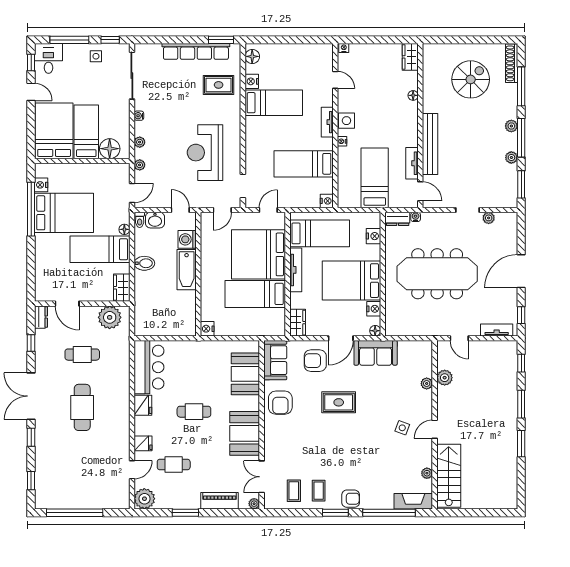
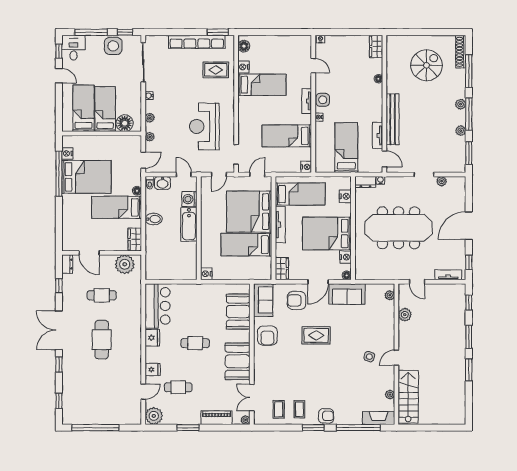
side table: (96, 56) -> (113, 46), width x1.87, depth x1.87
bed: (54, 131) -> (83, 108), width x0.67
plant: (427, 384) -> (390, 295), moved

